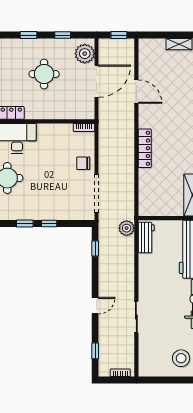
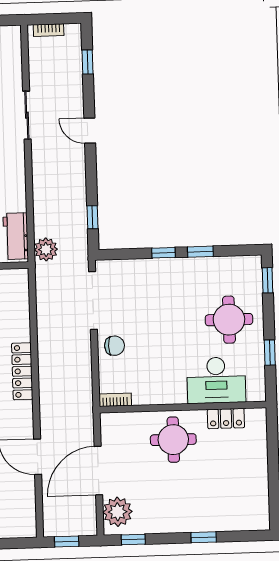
window: (63, 35) -> (133, 539), moved
round table: (44, 74) -> (173, 440), moved
door: (95, 306) -> (90, 131), hinge flipped

